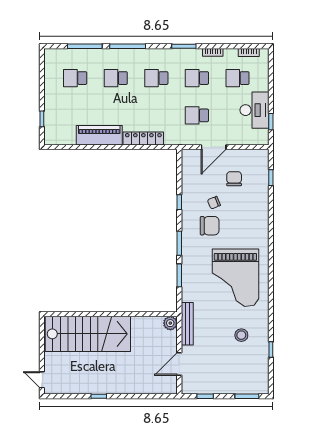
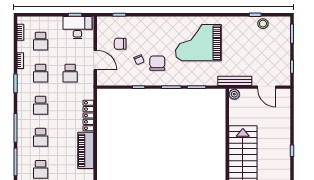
desk: (254, 110) -> (77, 28), moved
grand piano: (235, 278) -> (198, 43), turned 180
stool: (241, 335) -> (263, 24), moved

